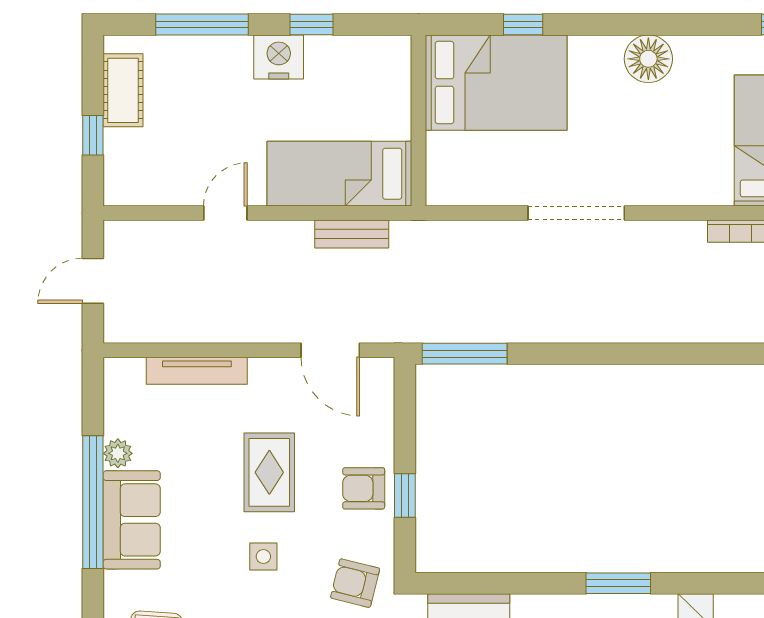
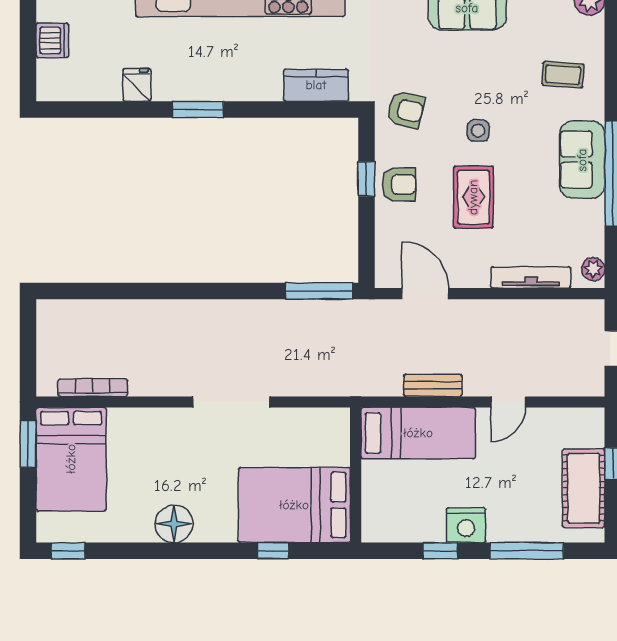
cot: (123, 90) -> (584, 488), width x1.37, depth x1.34
bench: (352, 234) -> (433, 385), moved
plant: (118, 453) -> (593, 269), moved

